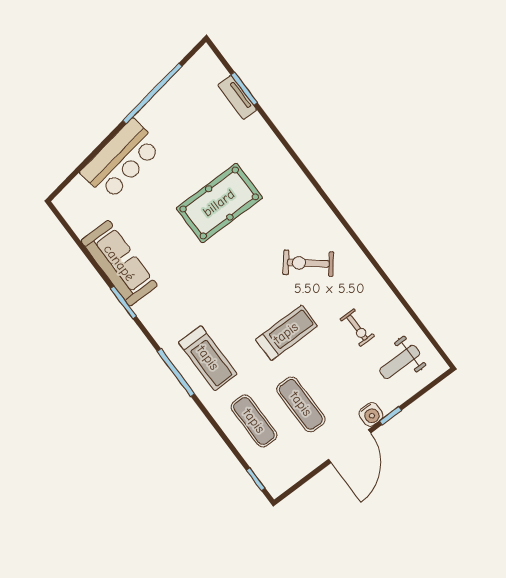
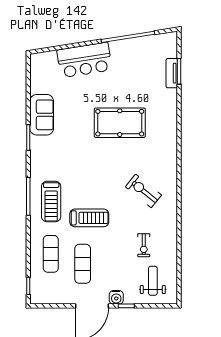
sofa: (119, 263) -> (42, 115), width x0.73
treadmill: (286, 333) -> (89, 218), moved
weight bench: (400, 362) -> (153, 281), turned 90

